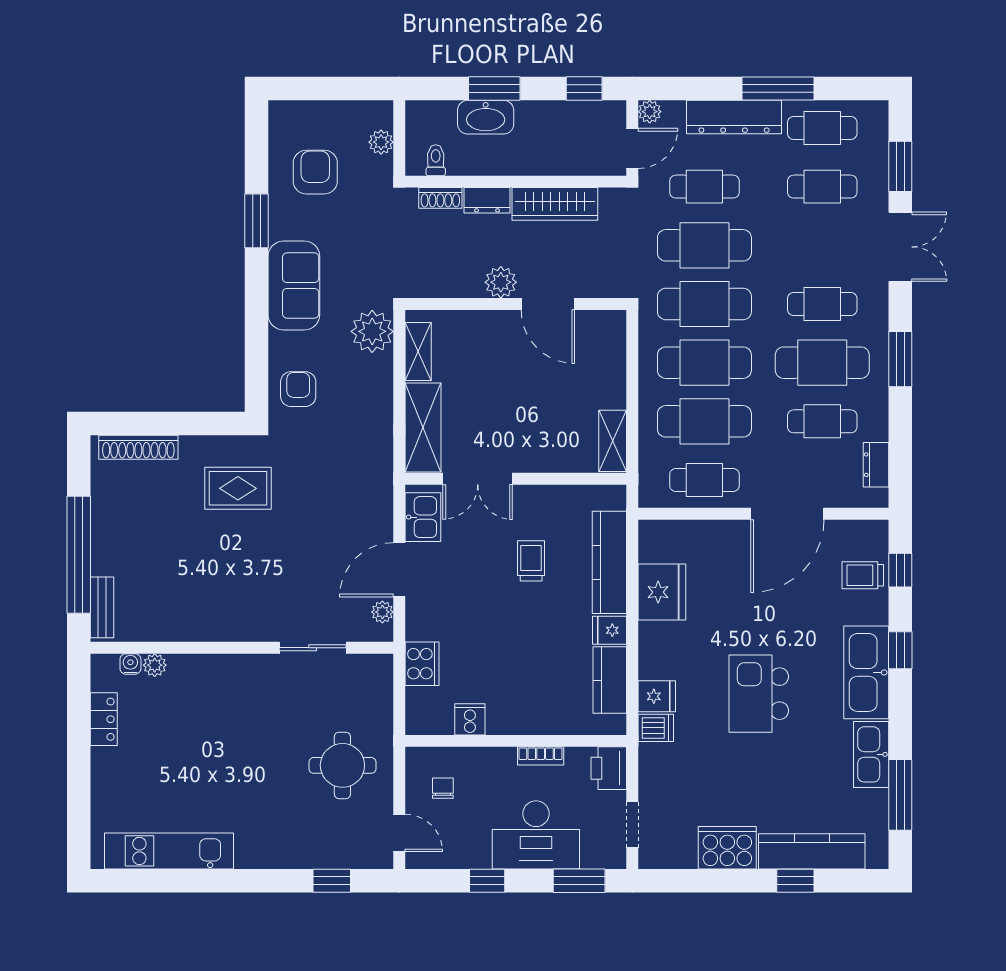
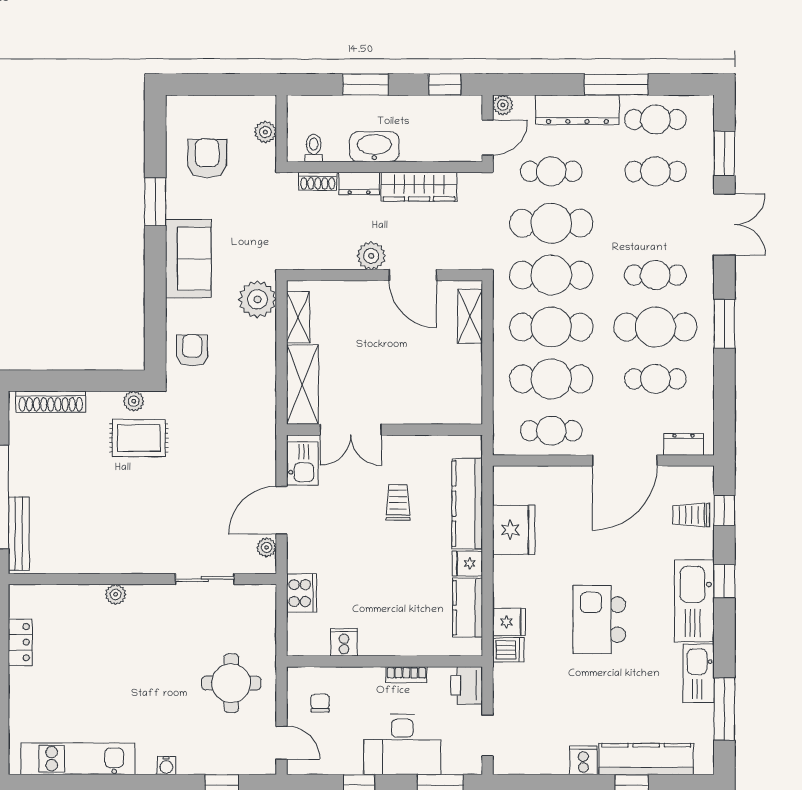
washbasin: (486, 117) -> (374, 147), moved, turned 180
shelving: (613, 441) -> (470, 316), moved
plant: (232, 447) -> (134, 401), added
dresser: (876, 465) -> (684, 444), moved, turned 90
bench: (102, 607) -> (19, 534), width x1.36
water cooler: (130, 664) -> (166, 766), moved, turned 180
plant: (155, 665) -> (116, 594), moved
cooker: (727, 848) -> (583, 760), width x0.53, depth x0.76

